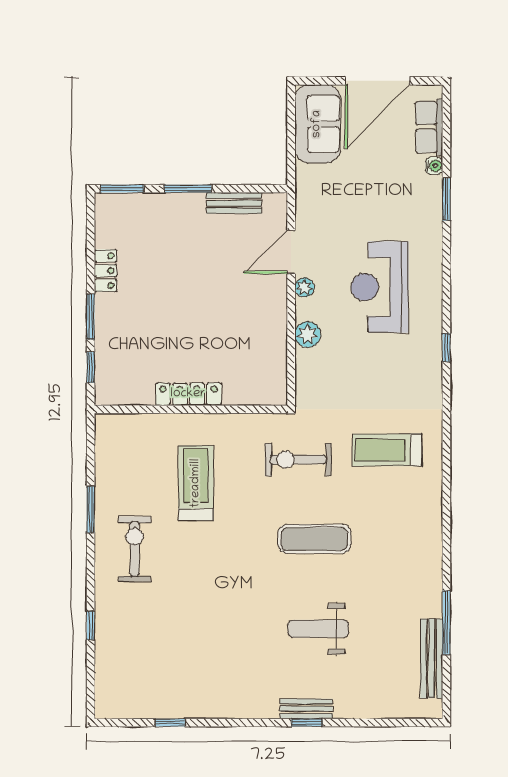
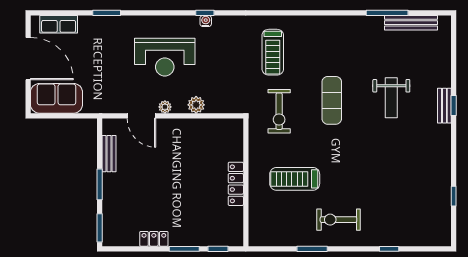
water cooler: (434, 166) -> (206, 21), moved

